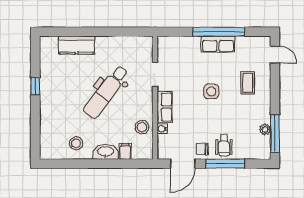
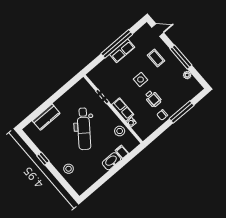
window: (275, 133) -> (181, 57), moved
stool: (76, 143) -> (69, 169), moved
wheelchair: (224, 145) -> (153, 99), moved
door: (183, 164) -> (159, 132), removed

